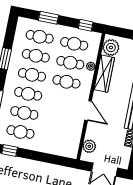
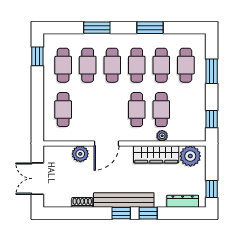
cafe table: (74, 44) -> (63, 110), moved
plant: (89, 146) -> (80, 154), moved

